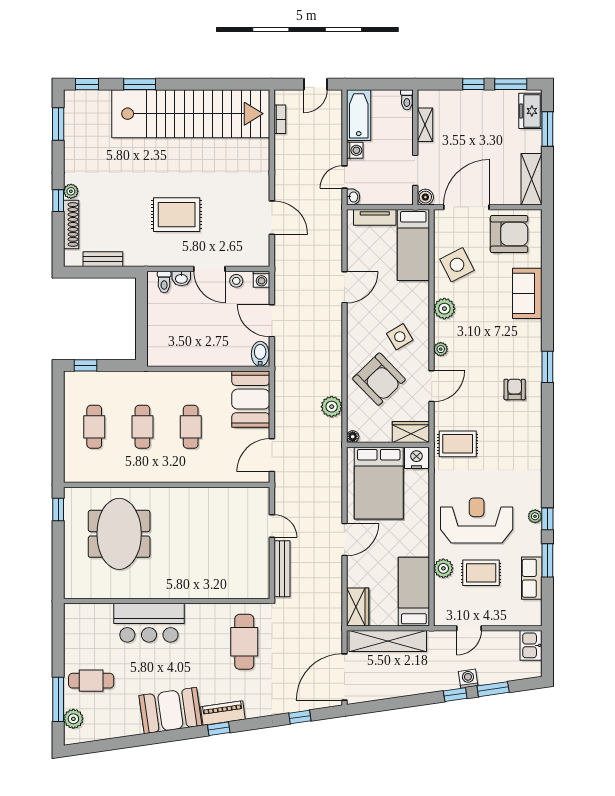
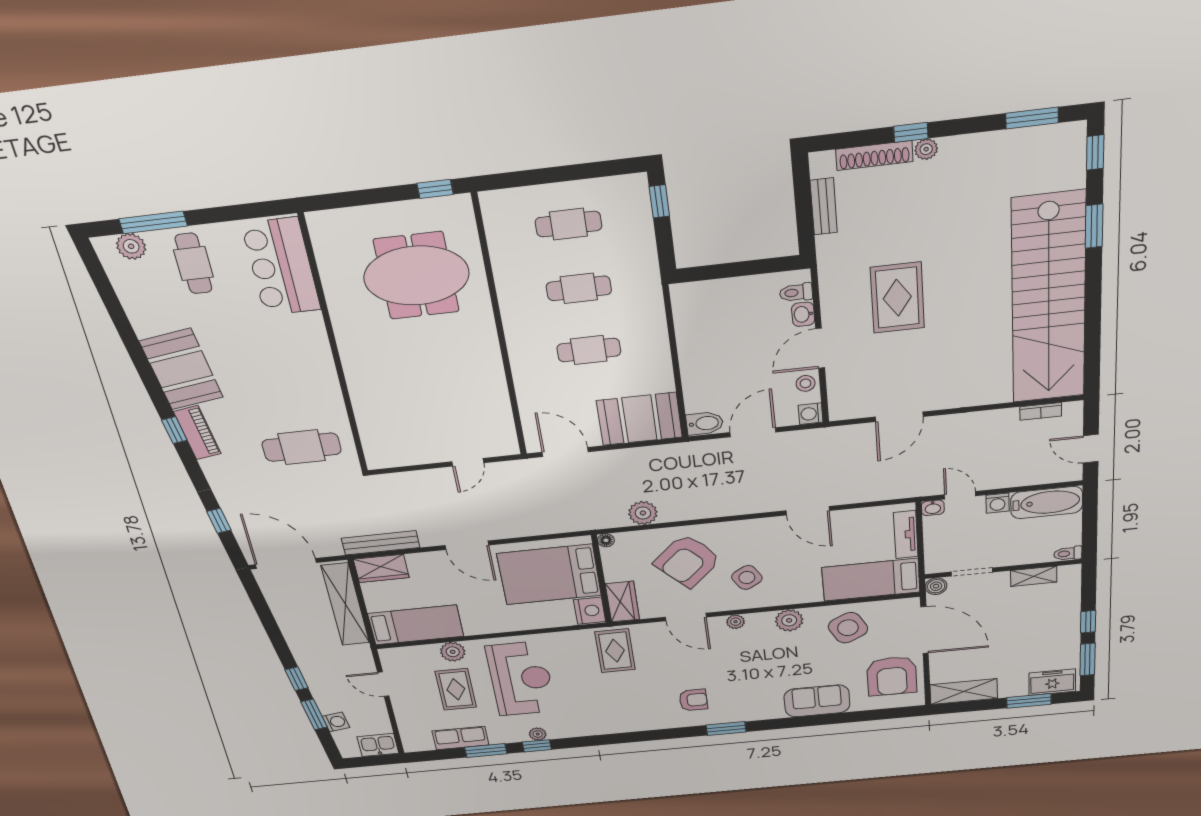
bench: (282, 569) -> (381, 543), moved
bar counter: (149, 623) -> (281, 267), moved
washing machine: (468, 679) -> (336, 722), moved

